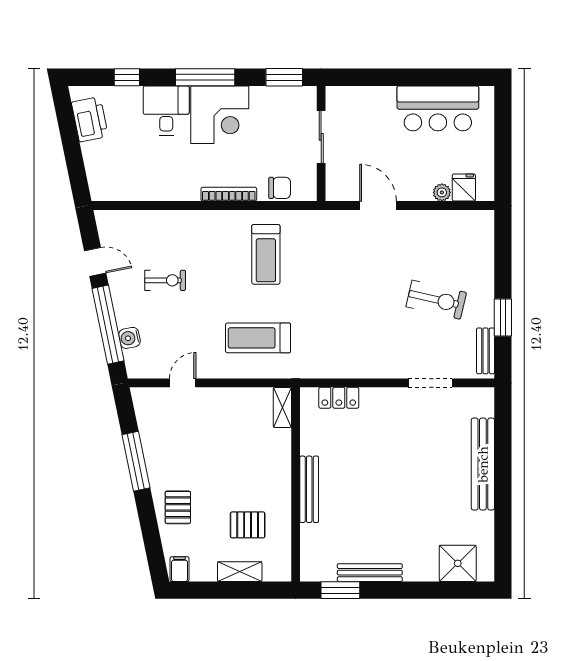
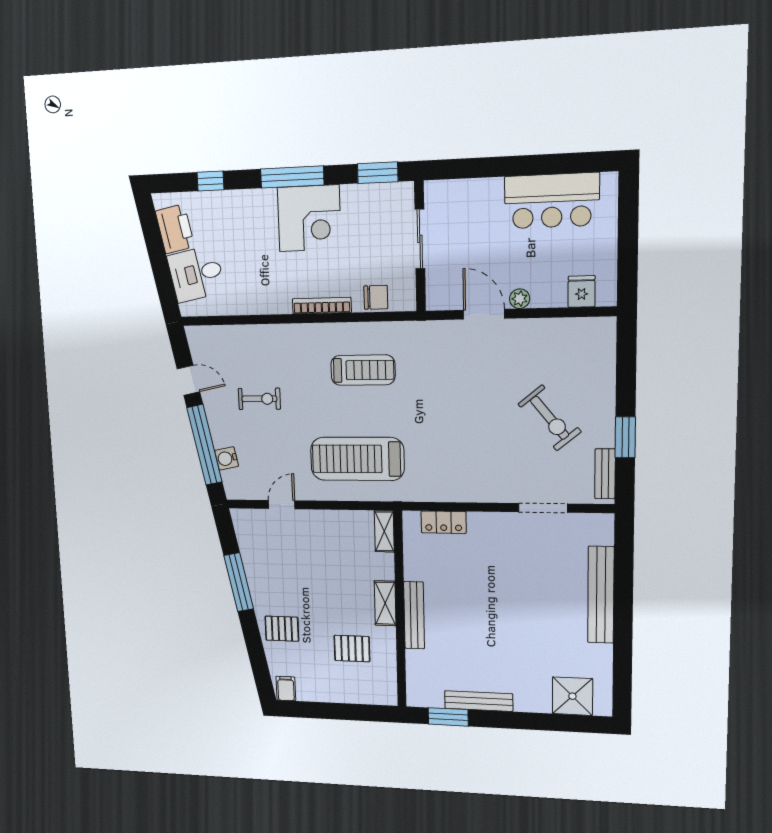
desk: (166, 110) -> (196, 274), moved, turned -102
plant: (442, 192) -> (520, 299), moved
treadmill: (266, 254) -> (363, 370), turned -90
exercise bike: (436, 300) -> (550, 418), turned 38
treadmill: (258, 338) -> (357, 459), width x1.37, depth x1.38
pallet: (178, 507) -> (282, 629), turned 90
shelving: (240, 572) -> (385, 603), moved, turned 90

